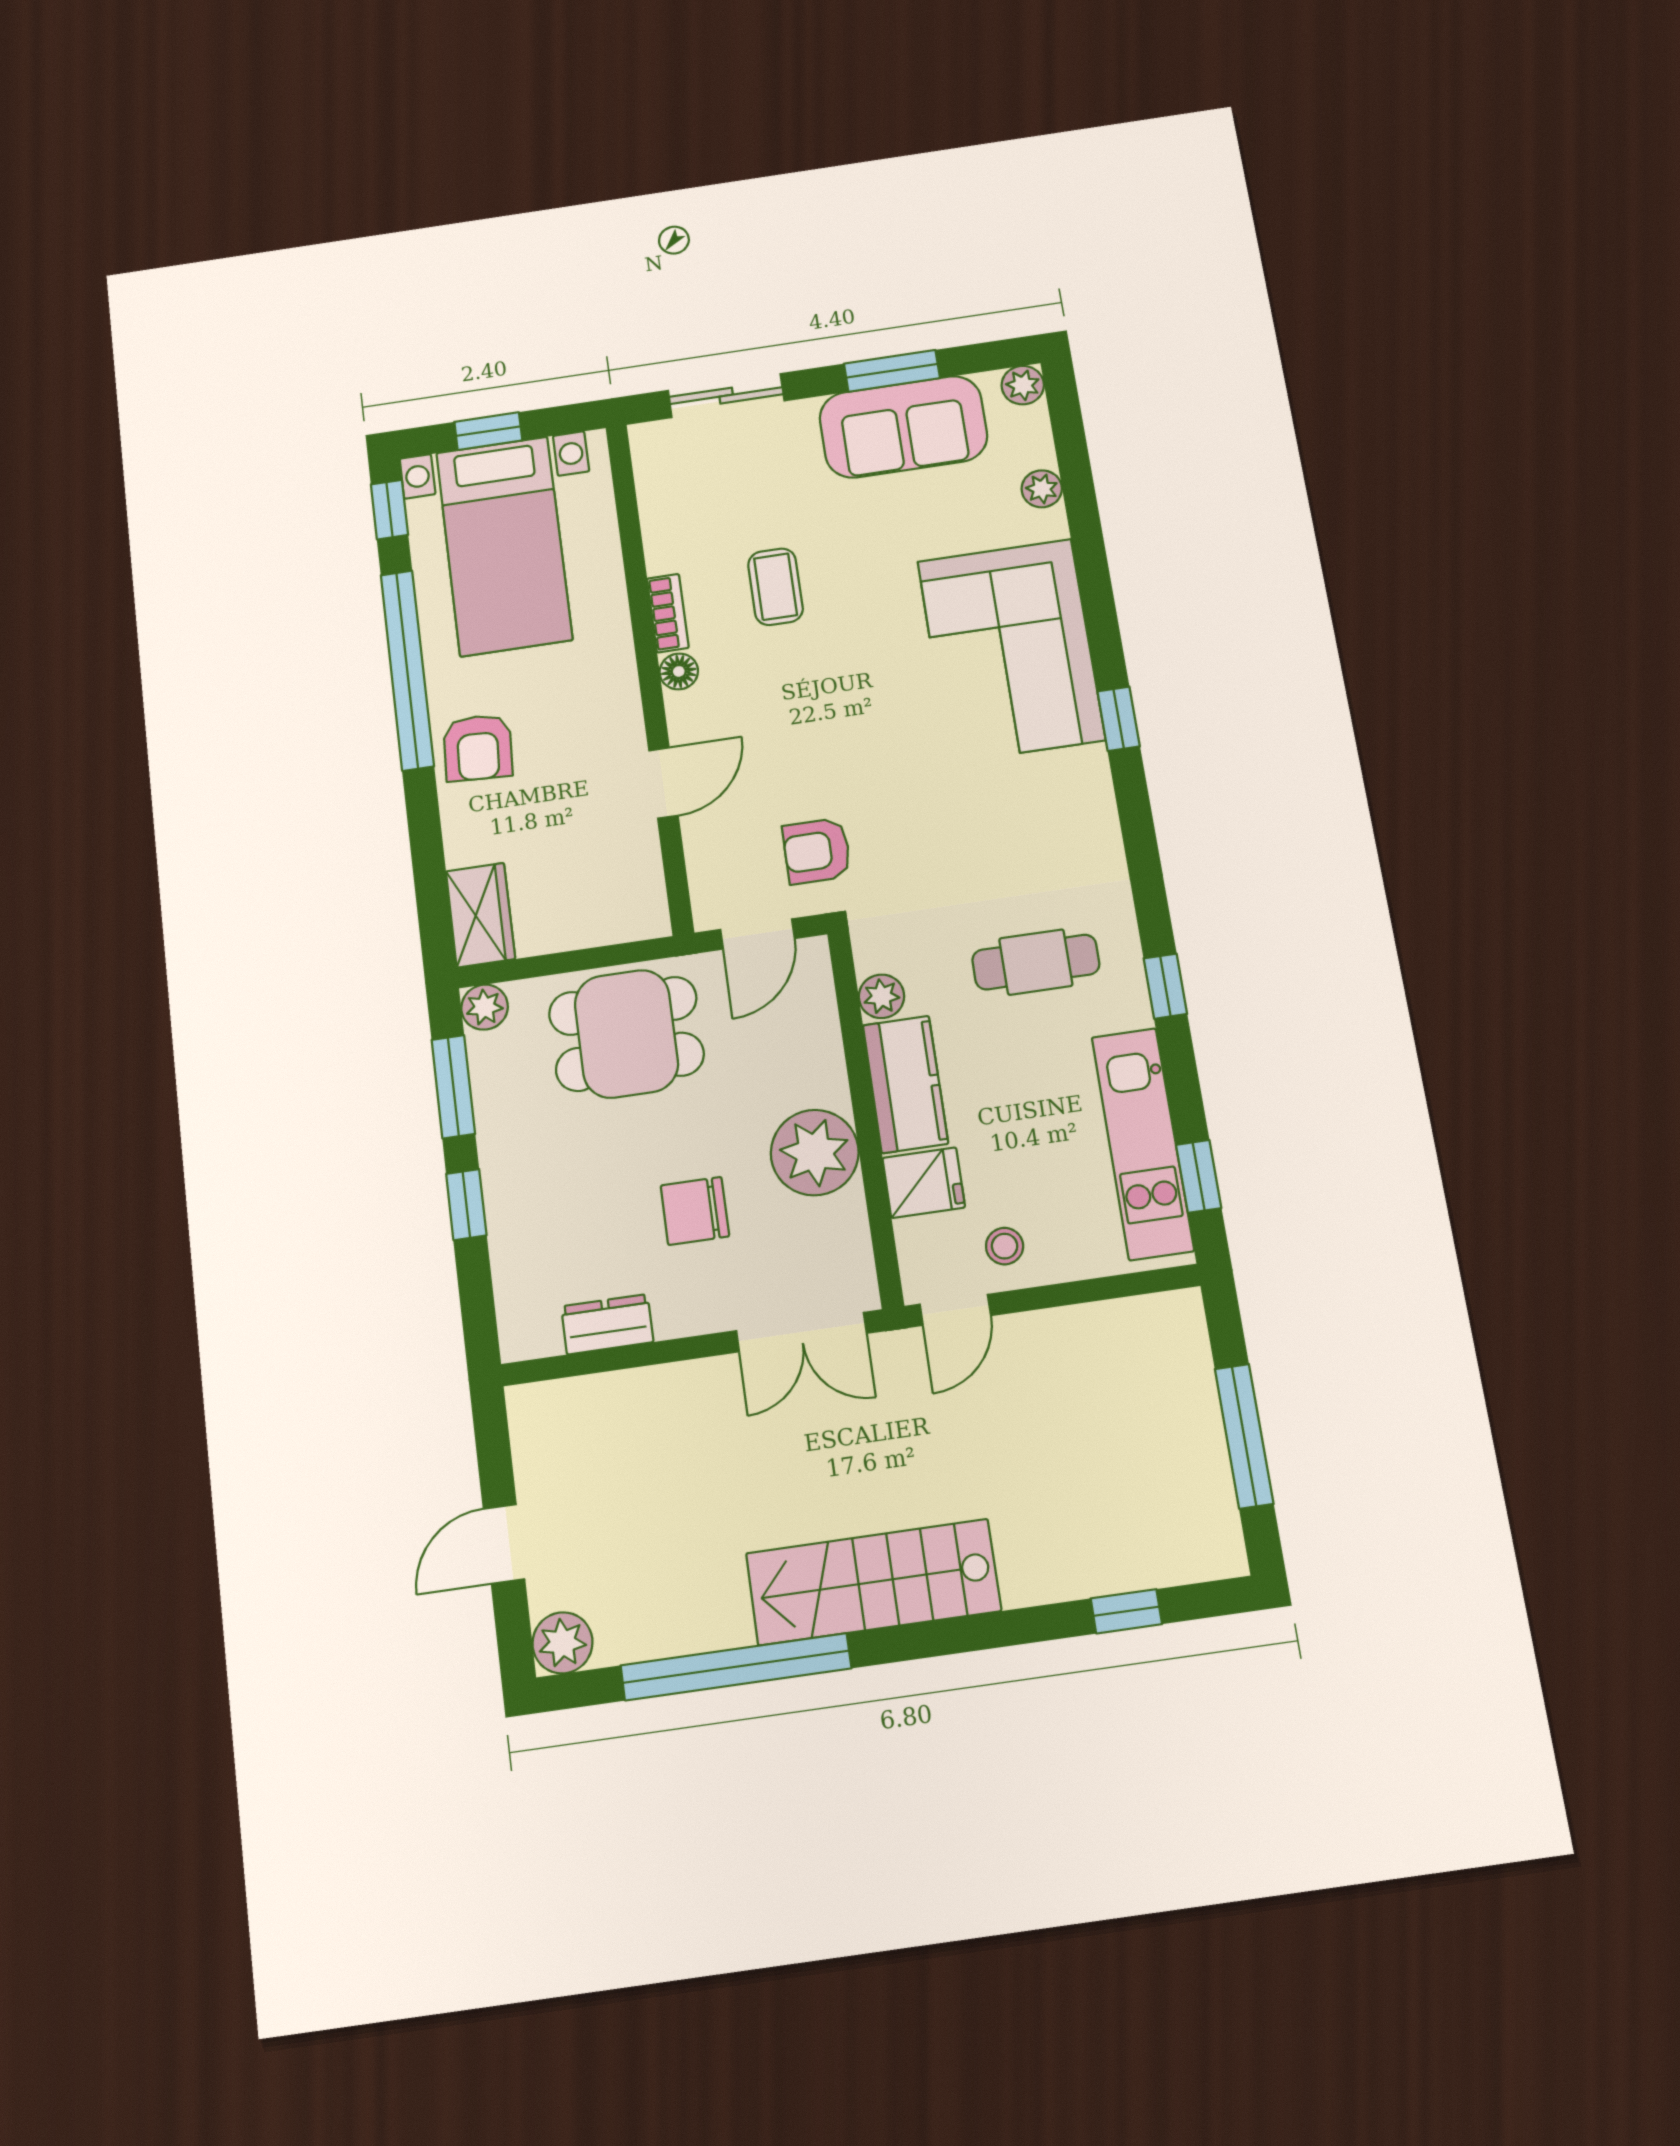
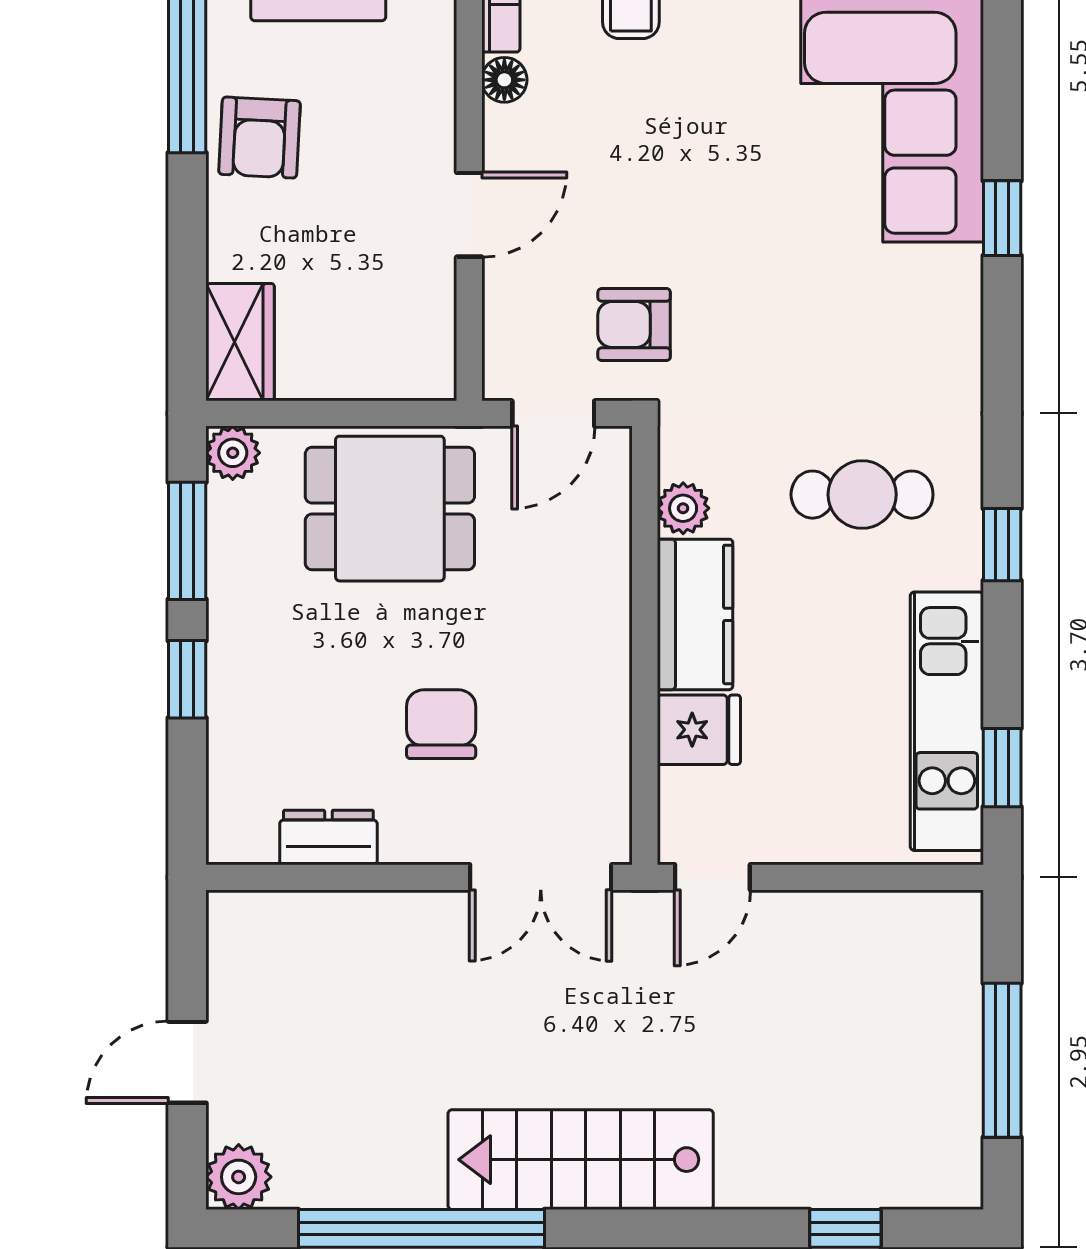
plant: (815, 1153) -> (583, 678), removed
chair: (695, 1211) -> (441, 724), turned 90
stool: (1005, 1246) -> (777, 814), removed

